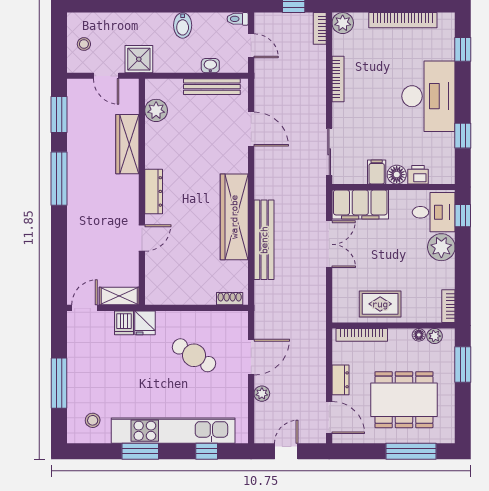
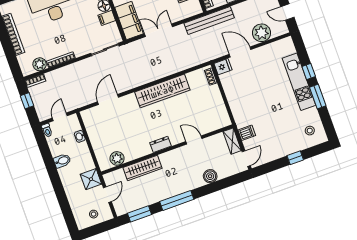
plant: (343, 23) -> (40, 64), moved
bench: (212, 87) -> (92, 131), removed
dresser: (154, 191) -> (161, 144), width x0.70
bench: (264, 240) -> (209, 20), moved
boiler: (78, 243) -> (210, 176), added
door: (85, 308) -> (246, 159), swing flipped
fridge: (145, 323) -> (223, 67), moved
cafe table: (194, 355) -> (251, 85), removed
window: (59, 383) -> (295, 158), width x0.46
plant: (262, 394) -> (262, 33), width x1.88, depth x1.88
kitchen unit: (173, 431) -> (299, 82), width x0.73
window: (207, 451) -> (309, 71), moved

